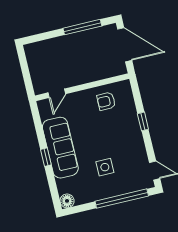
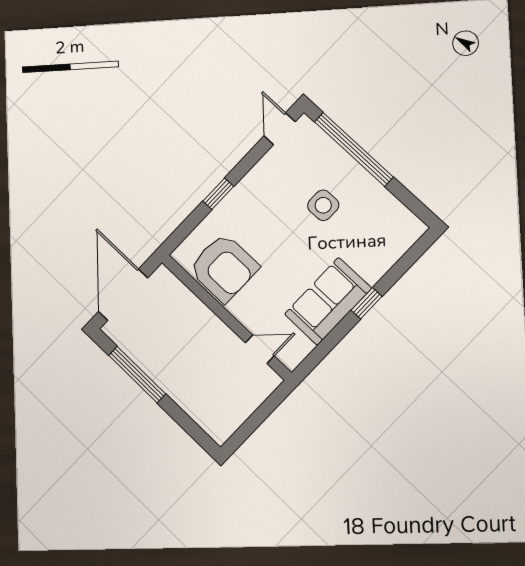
armchair: (106, 101) -> (224, 268), width x1.88, depth x1.88
sofa: (60, 148) -> (328, 301), width x0.73
floor lamp: (67, 201) -> (412, 228), removed

